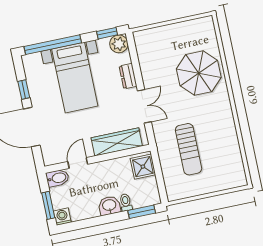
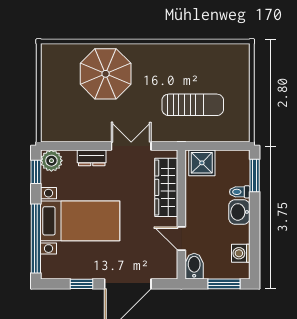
washing machine: (62, 217) -> (241, 253), moved

